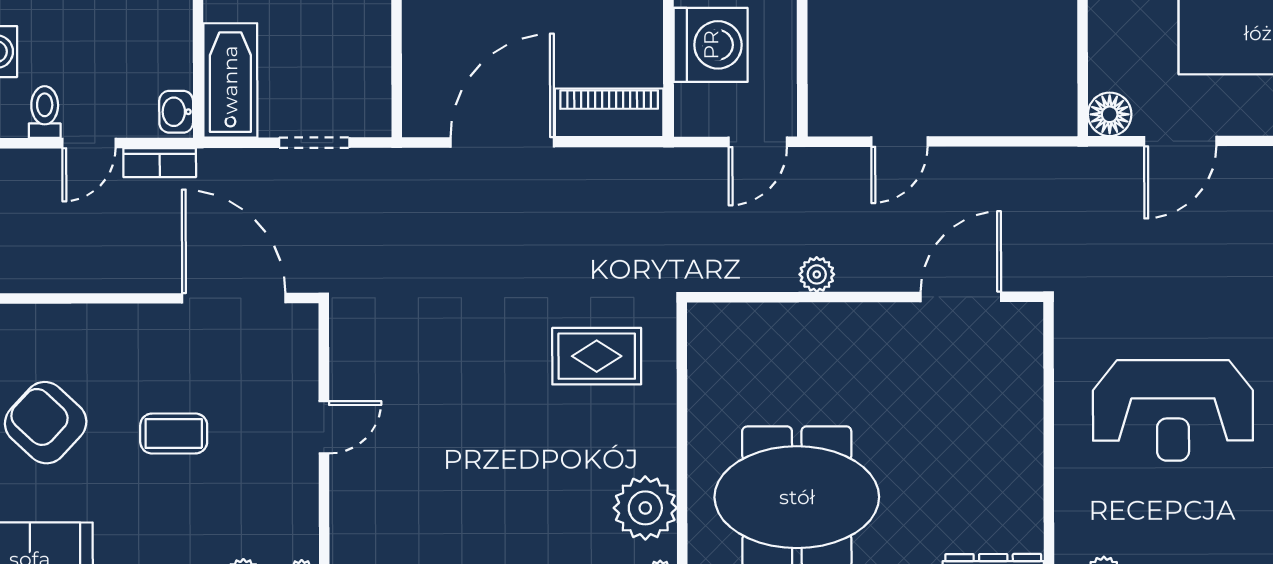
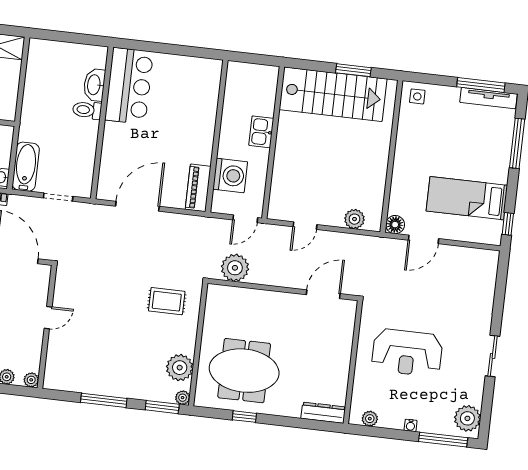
piano: (609, 113) -> (198, 188), moved, turned -90
plant: (1013, 113) -> (354, 219), added
plant: (817, 274) -> (235, 268), moved, width x1.87, depth x1.87

